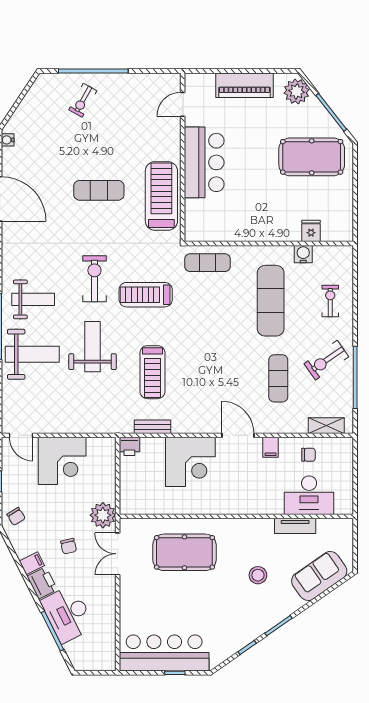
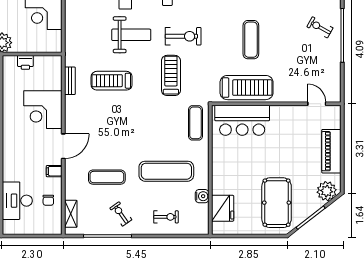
bar counter: (204, 162) -> (242, 120), moved
fridge: (311, 231) -> (223, 208), width x1.88, depth x1.34
exercise bike: (326, 360) -> (121, 214), width x0.73, depth x0.72
printer: (129, 446) -> (25, 62), moved, turned -90

